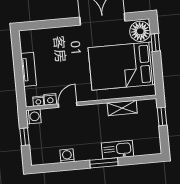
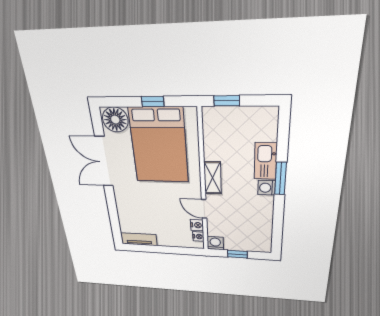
window: (155, 43) -> (153, 102), moved
tv unit: (29, 69) -> (139, 239), moved
shelving: (122, 108) -> (213, 178), moved
washing machine: (67, 156) -> (267, 188), moved

